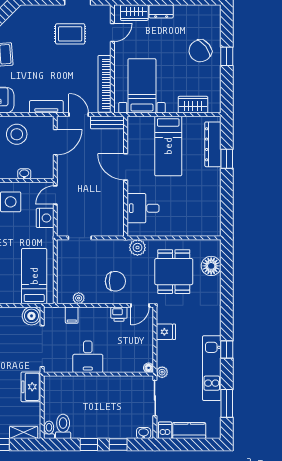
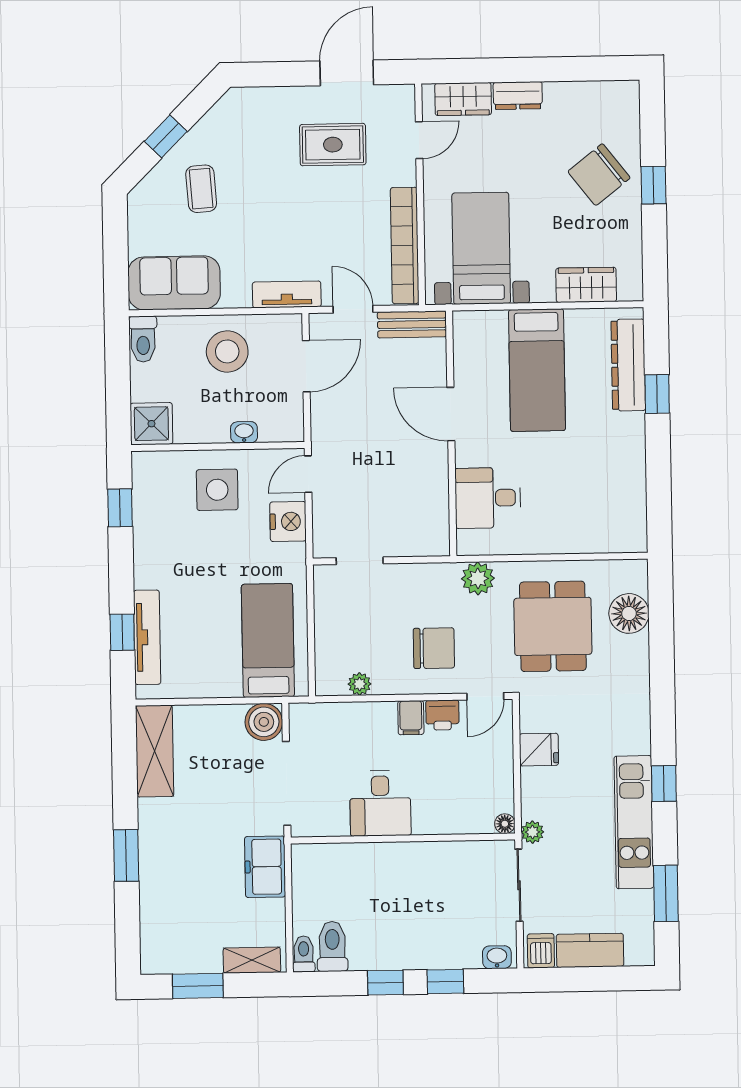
filing cabinet: (72, 315) -> (411, 718), moved

